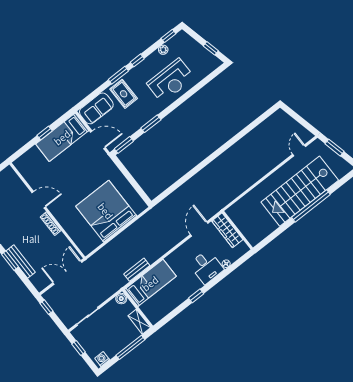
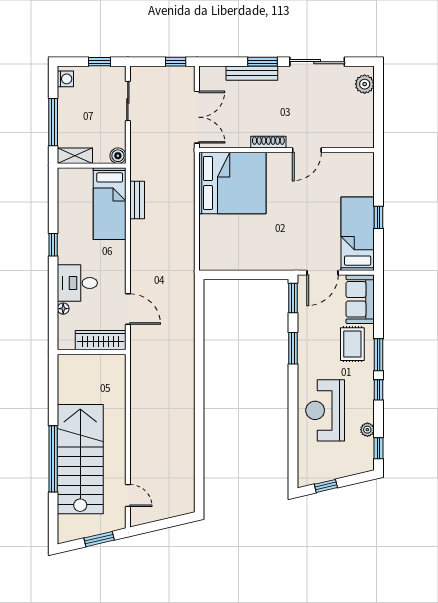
rug: (124, 94) -> (352, 344), turned 90
bed: (106, 211) -> (232, 183), moved

